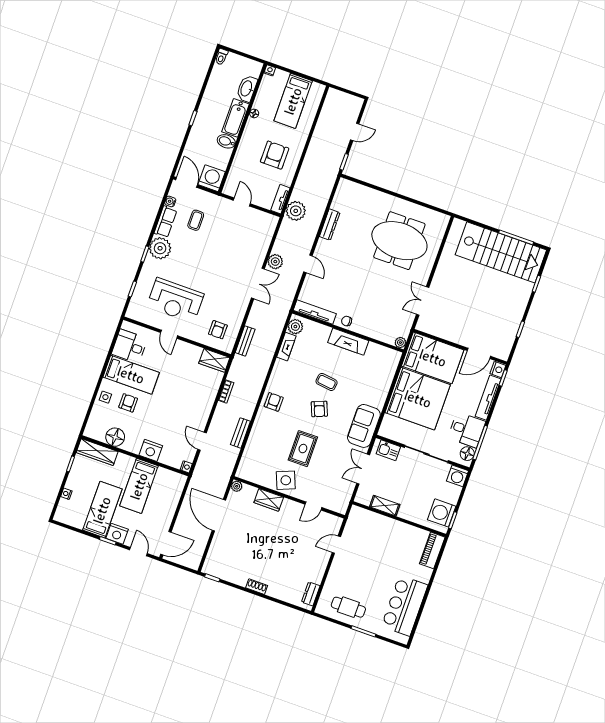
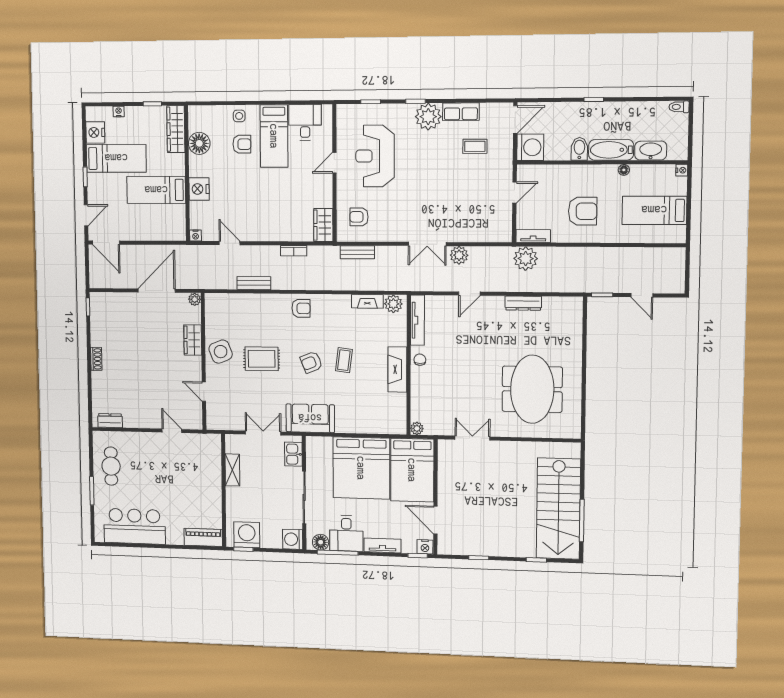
water cooler: (170, 201) -> (486, 109), removed
tv unit: (488, 398) -> (382, 545), width x0.71
door: (202, 441) -> (230, 243), hinge flipped
nightstand: (117, 534) -> (95, 132), moved

